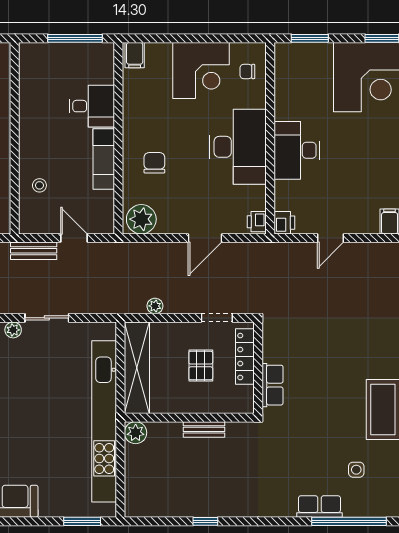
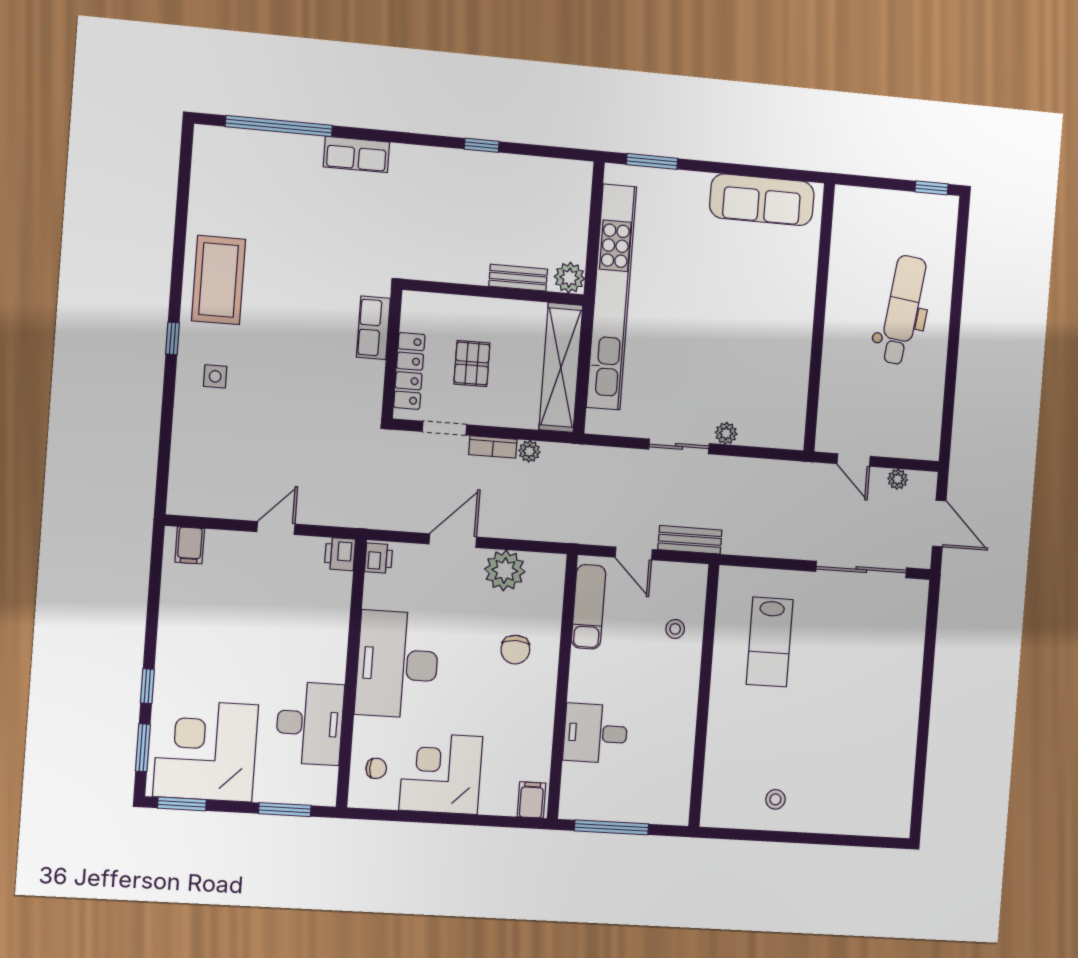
desk: (297, 150) -> (310, 723), moved
exam couch: (104, 159) -> (589, 607), moved
plant: (141, 219) -> (505, 570), moved
bookcase: (181, 307) -> (493, 447), added
bench: (204, 429) -> (518, 278), moved
side table: (356, 470) -> (215, 376), moved
row of seats: (319, 507) -> (357, 154), moved

